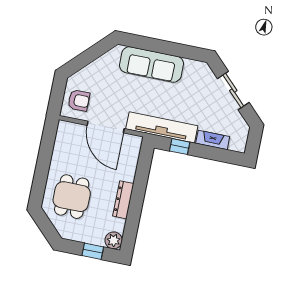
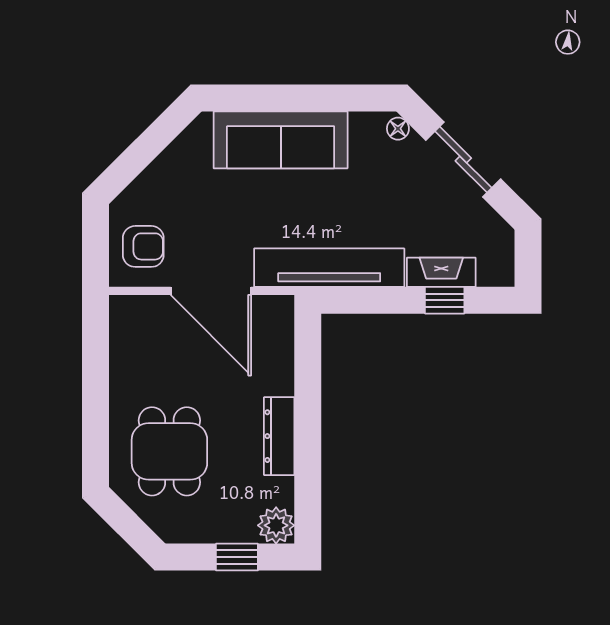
floor lamp: (206, 70) -> (398, 129), added
window: (180, 147) -> (445, 300), moved

